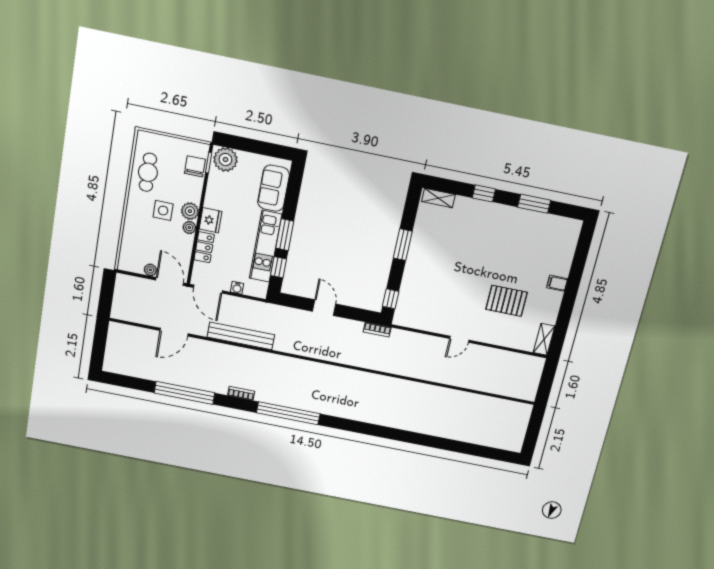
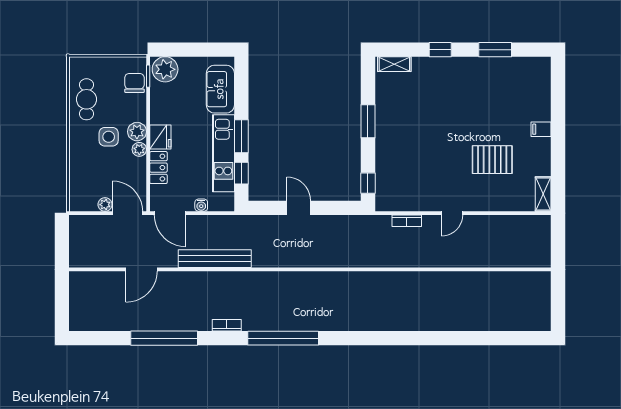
bookcase: (377, 330) -> (407, 221), moved

